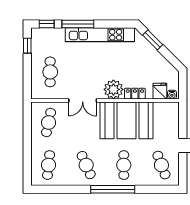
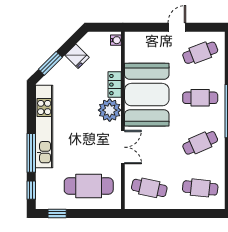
cafe table: (50, 72) -> (89, 186), width x1.37, depth x1.35
fridge: (160, 91) -> (77, 56), moved, turned -135

